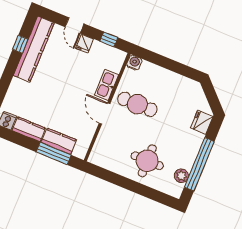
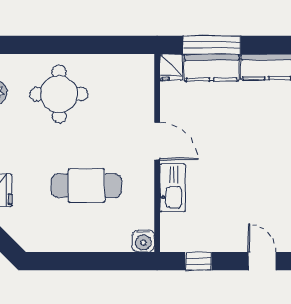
fridge: (84, 44) -> (171, 67), moved, turned 180
cafe table: (137, 104) -> (86, 186), moved

